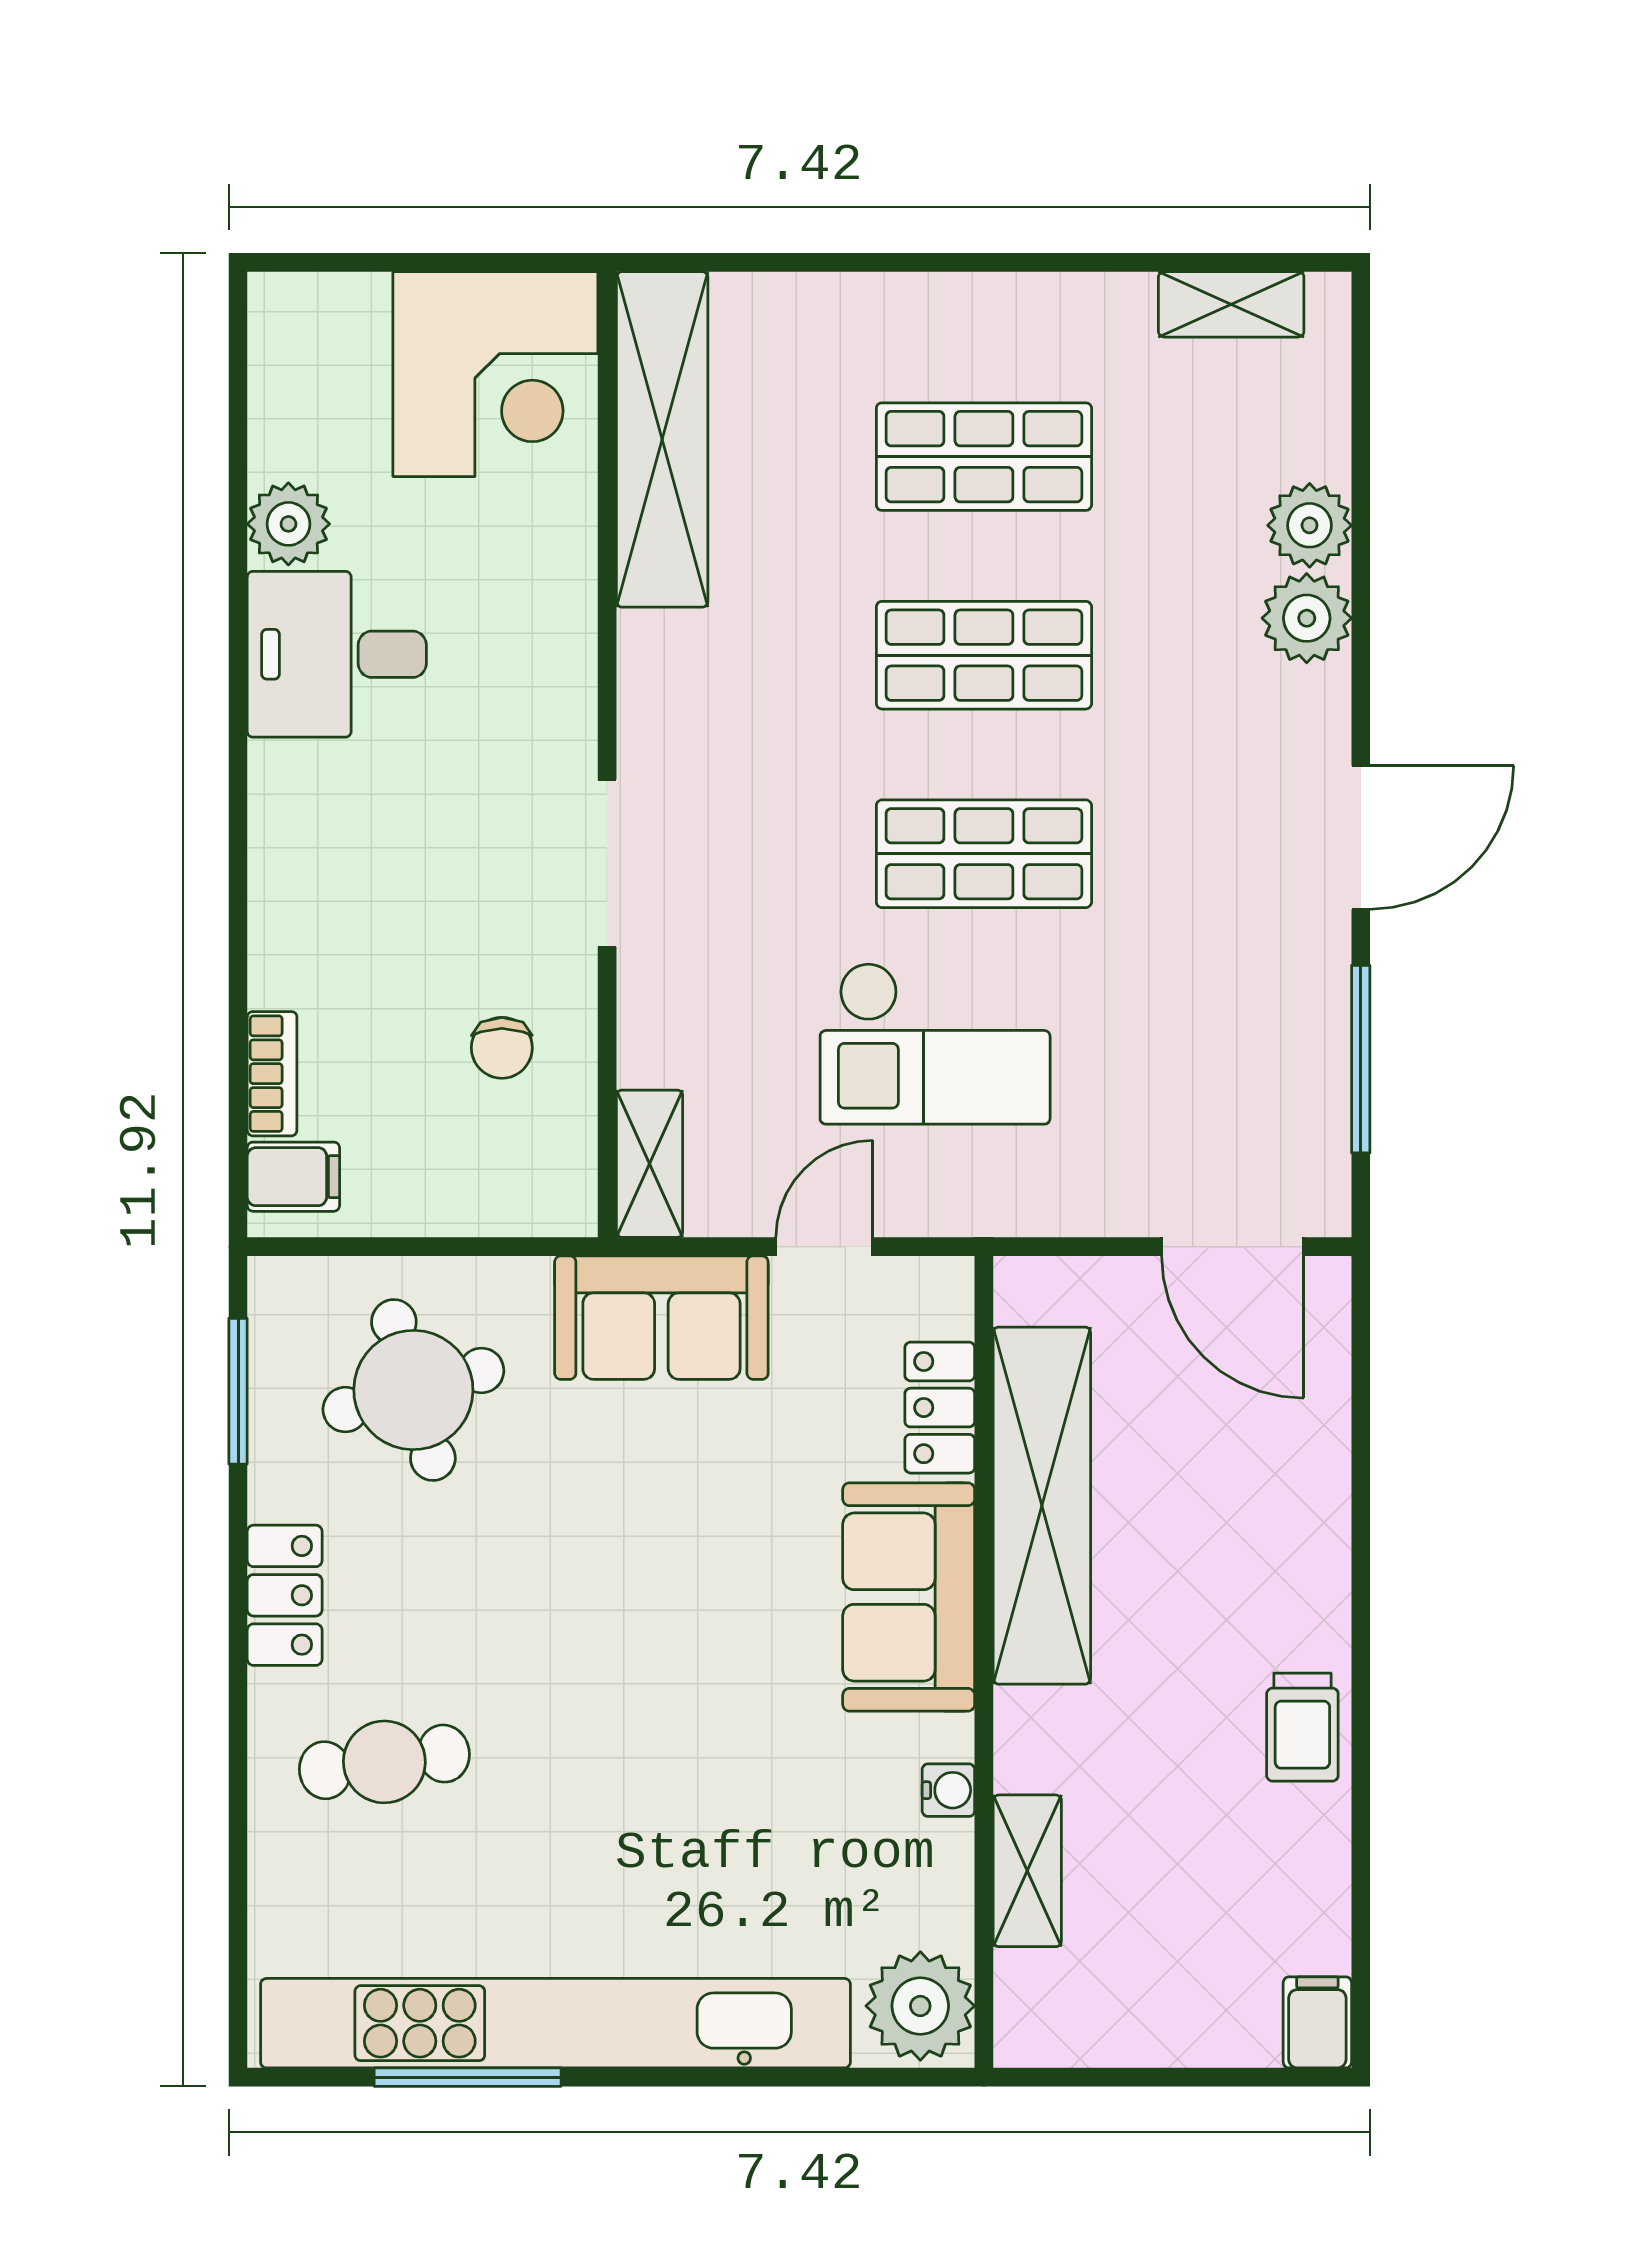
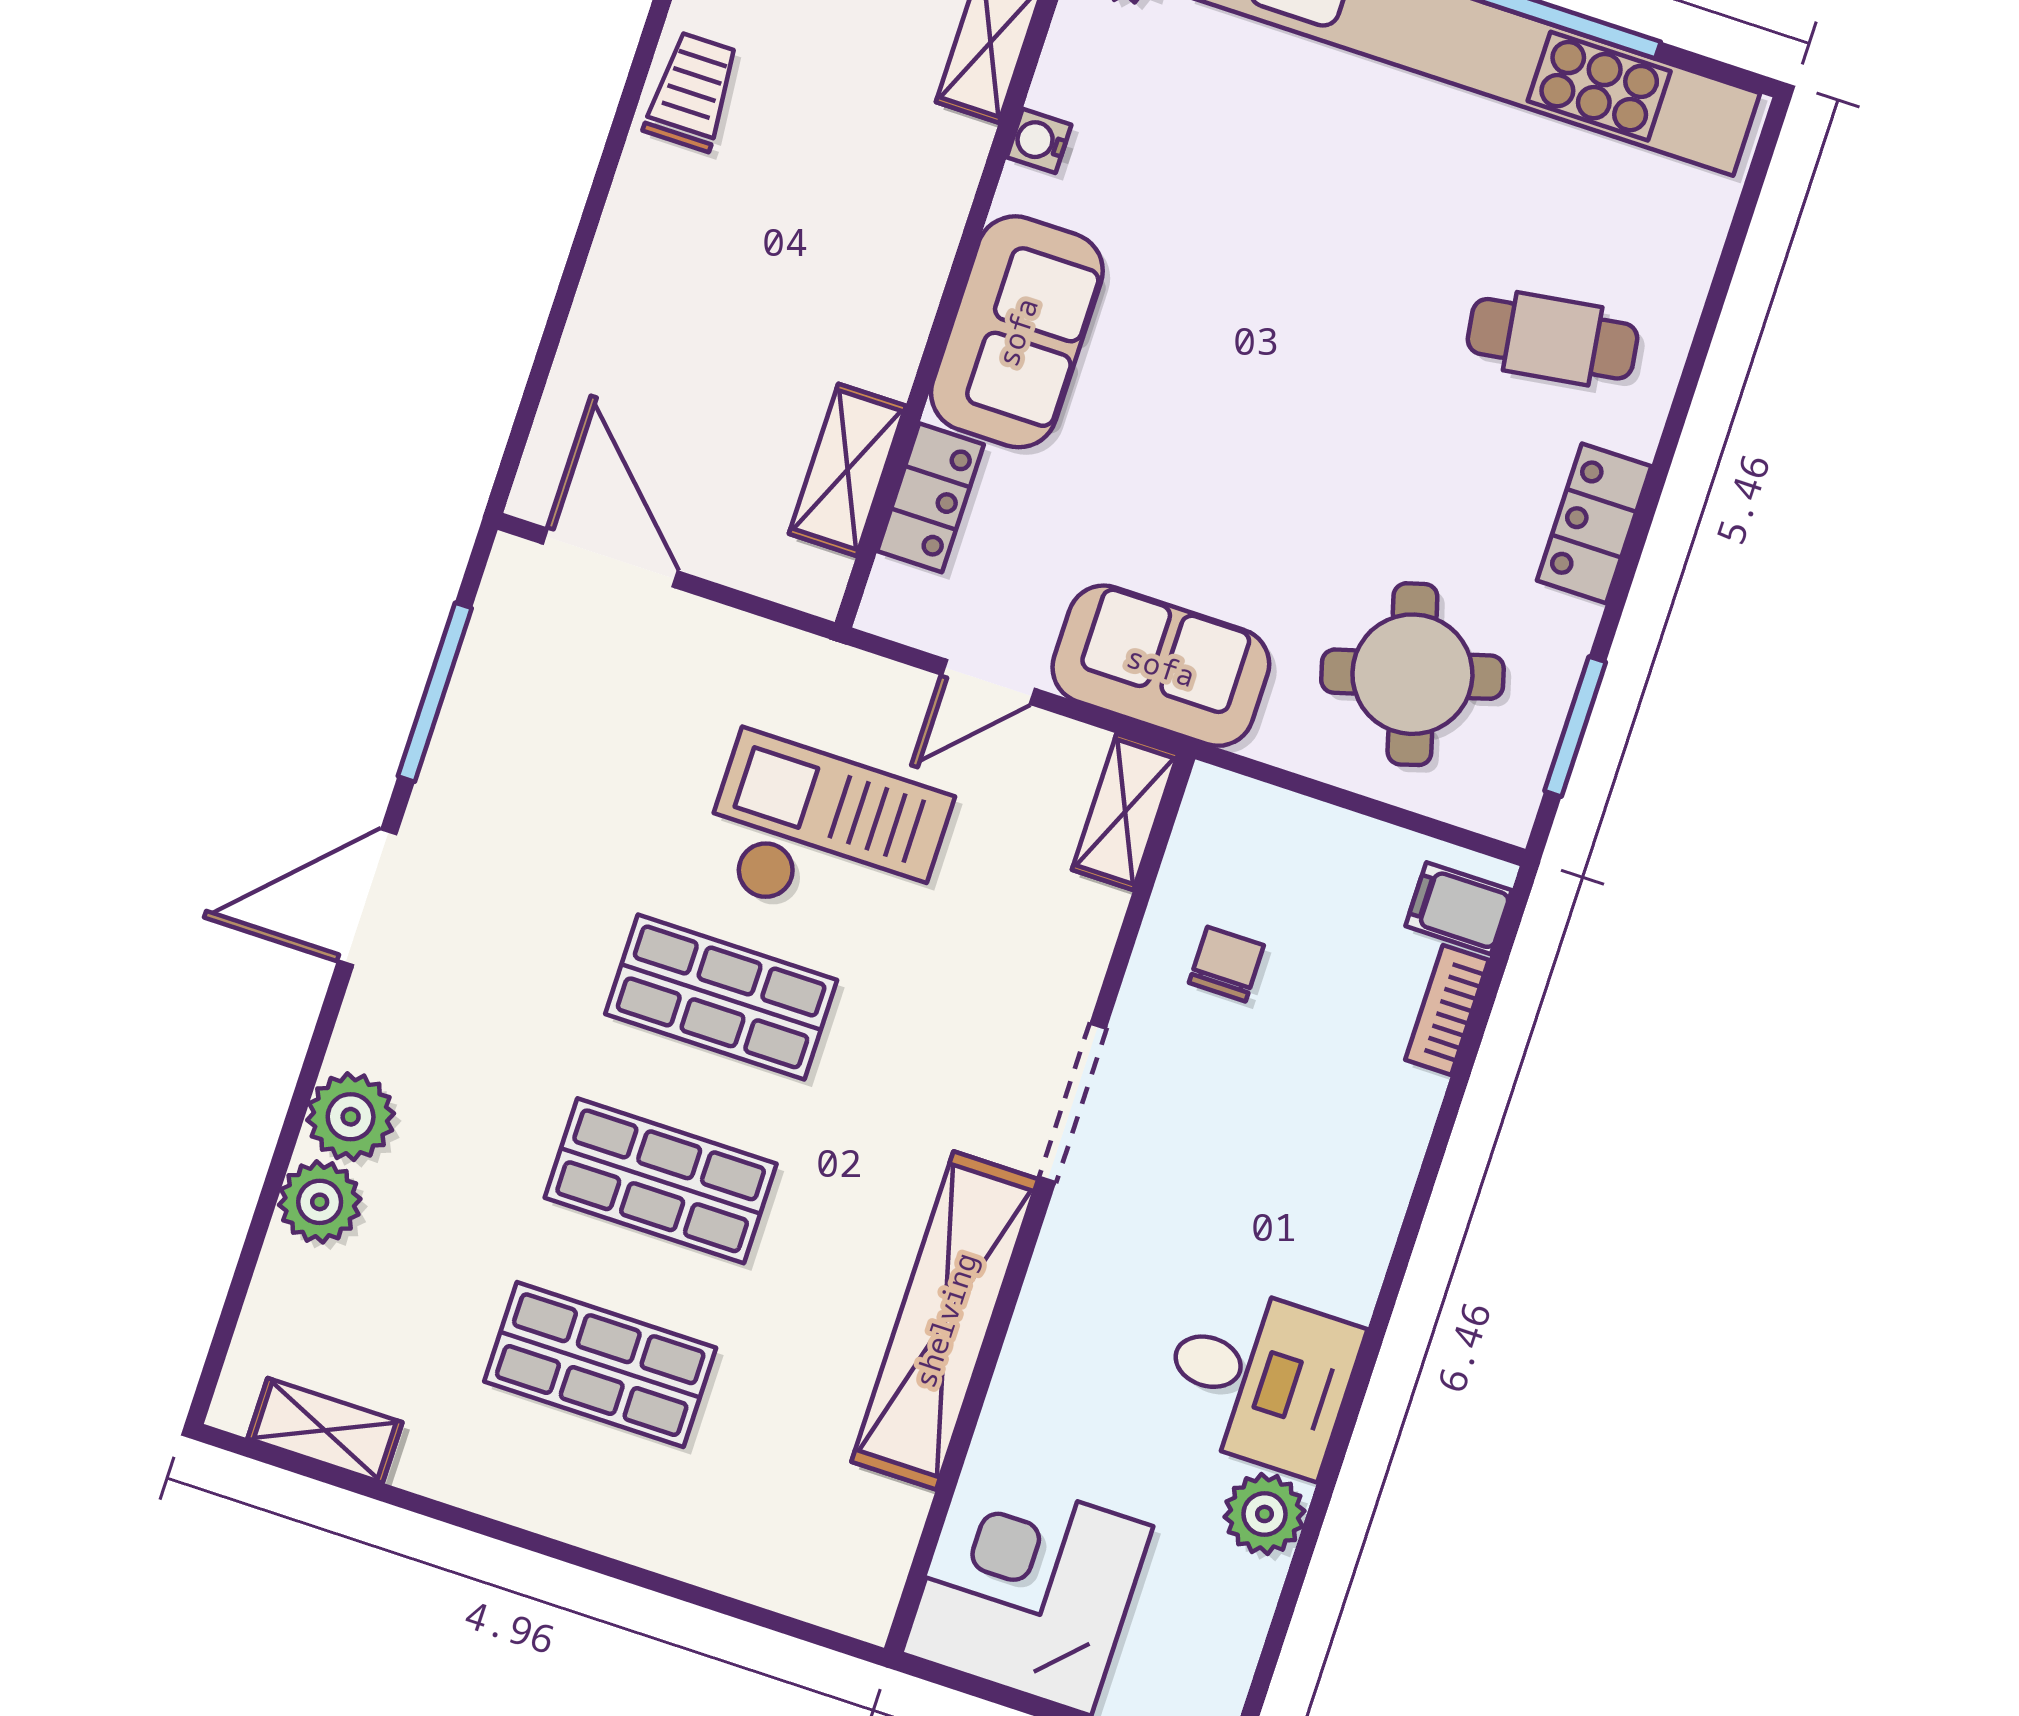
shelving: (662, 439) -> (945, 1320), moved
shelving: (1042, 1506) -> (847, 470), width x0.45, depth x0.75

